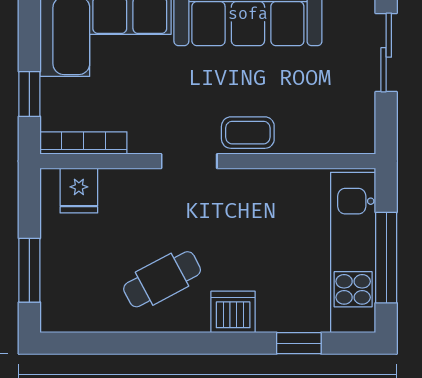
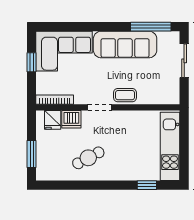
window: (29, 94) -> (32, 62), moved
window: (386, 258) -> (184, 149), removed
dishwasher: (233, 312) -> (71, 119), moved, turned 180

